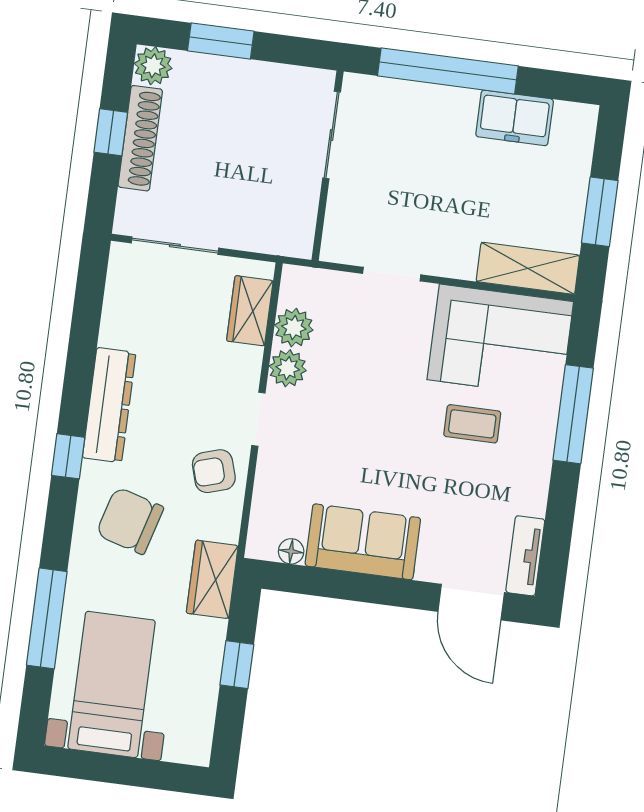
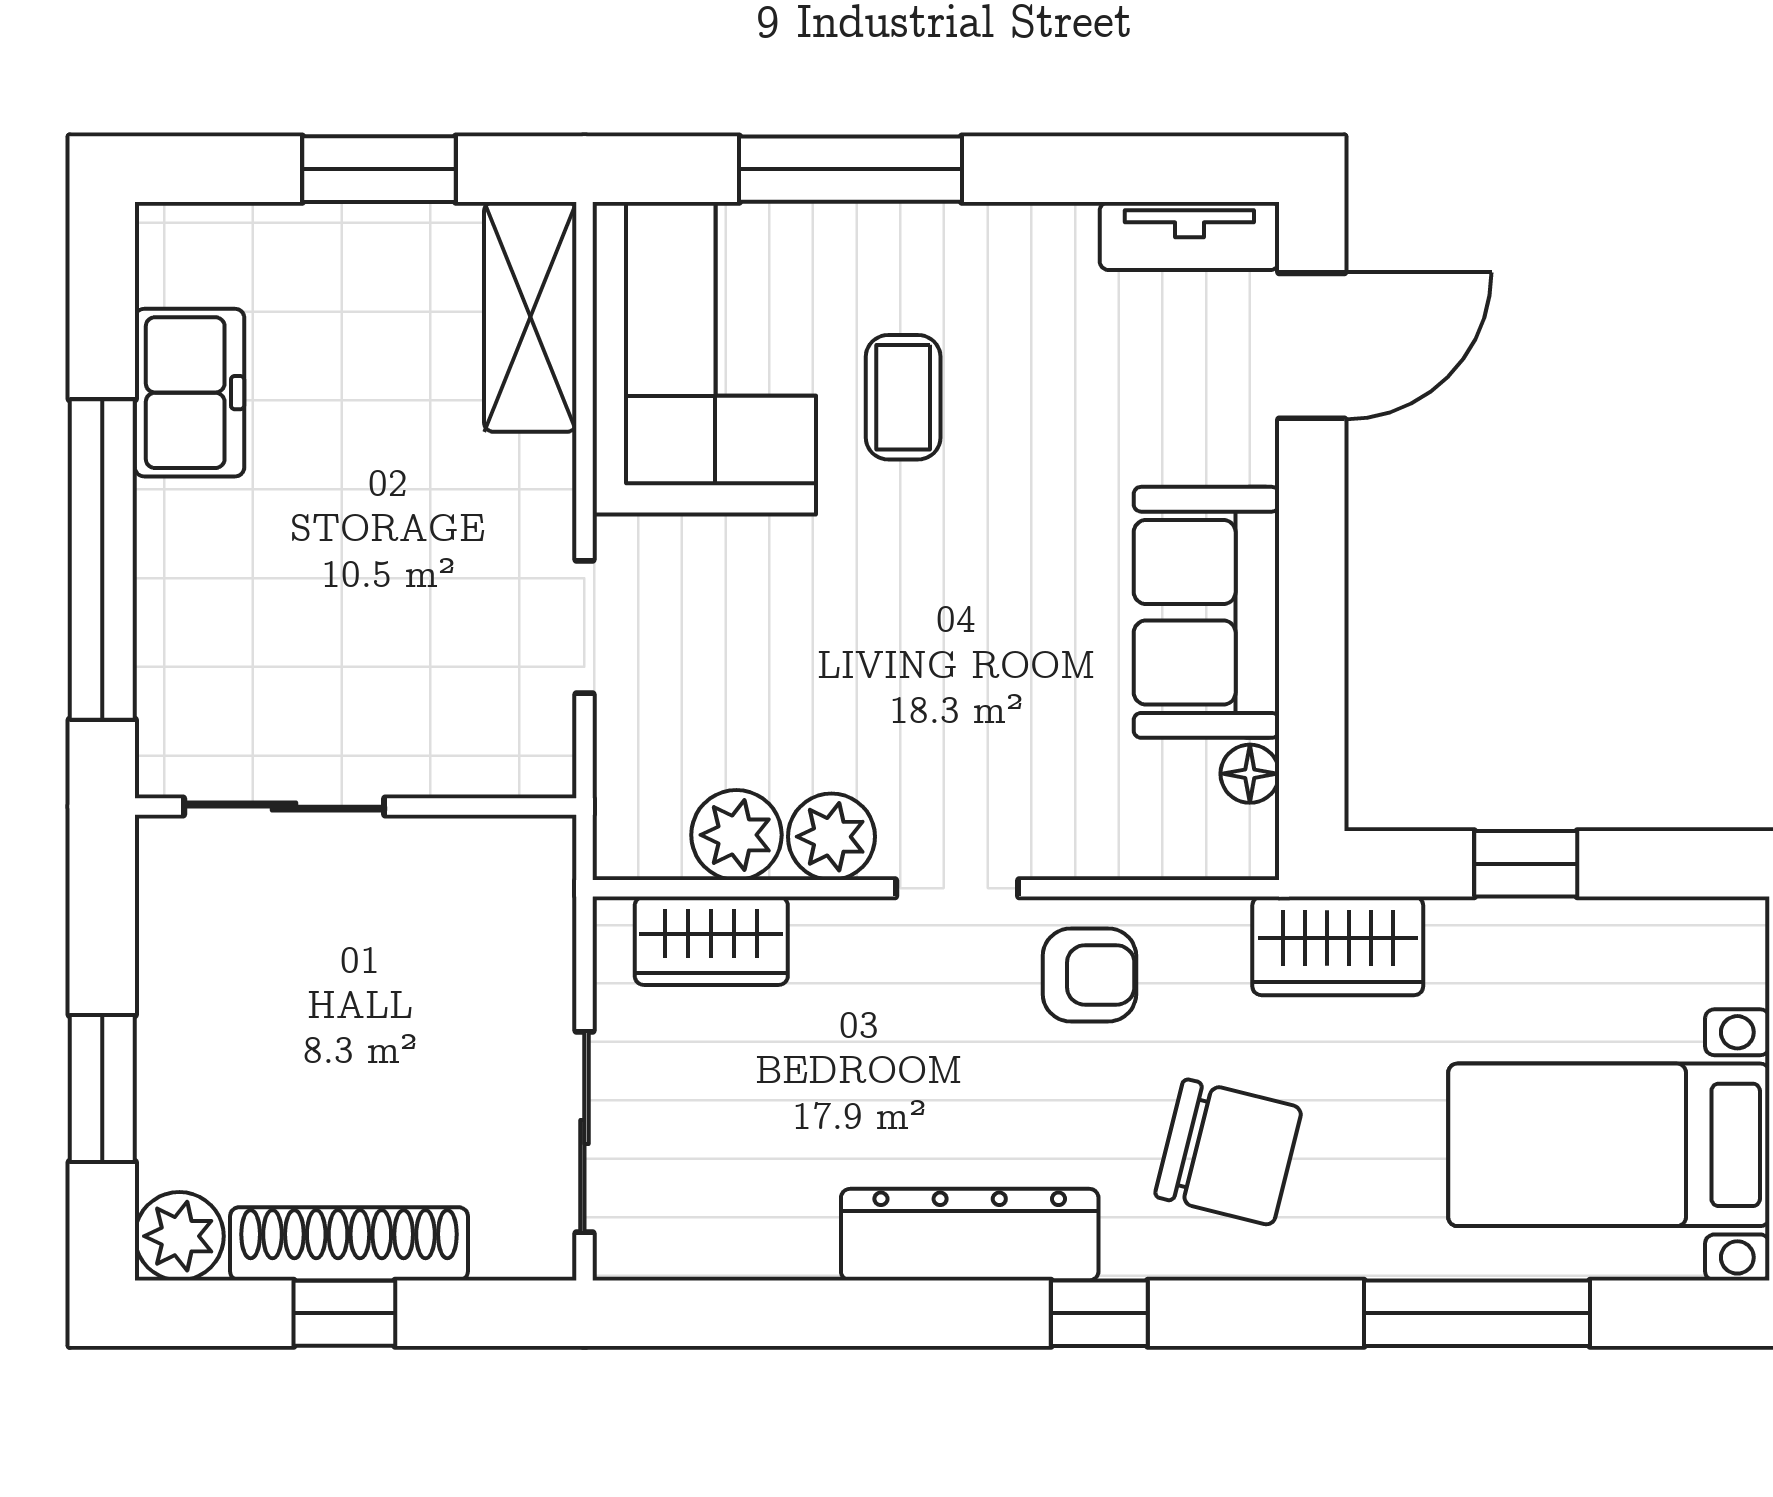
armchair: (214, 471) -> (1089, 975), turned -73
chair: (130, 521) -> (1228, 1152), turned -92

